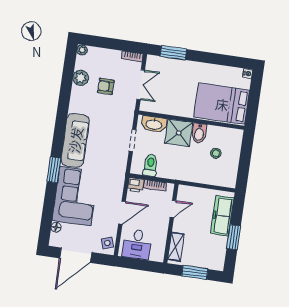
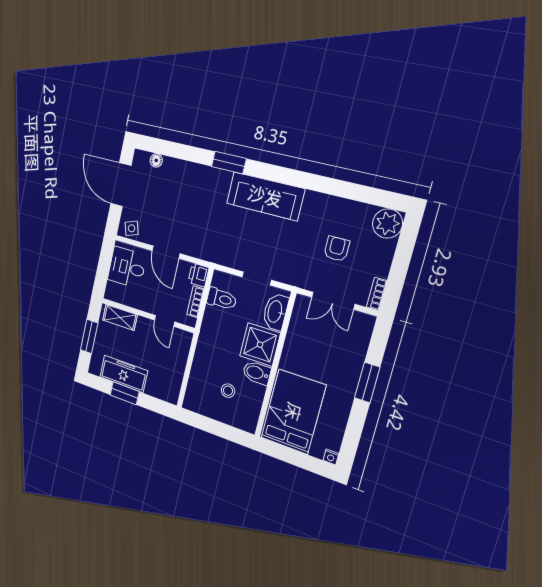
plant: (82, 50) -> (387, 223), width x1.88, depth x1.88
window: (173, 53) -> (367, 382), moved
plant: (81, 78) -> (354, 212), removed
corner sofa: (75, 196) -> (192, 190), removed
freezer: (222, 216) -> (124, 374), moved

